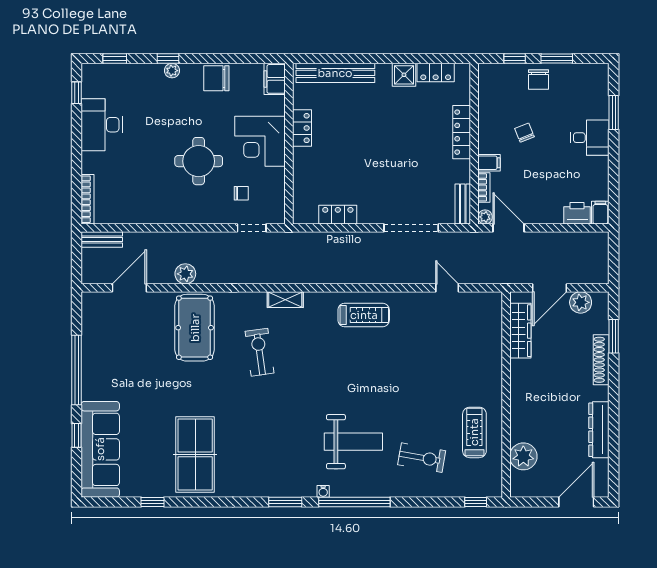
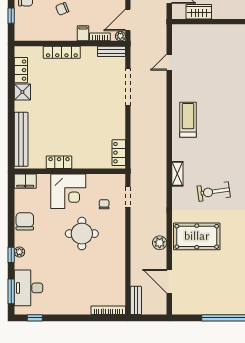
window: (115, 59) -> (11, 291), width x1.50
chair: (216, 78) -> (25, 221), turned 180
desk: (102, 125) -> (28, 288), moved, turned 90
locker: (338, 215) -> (119, 153), moved
wardrobe: (520, 331) -> (199, 12), width x0.67

